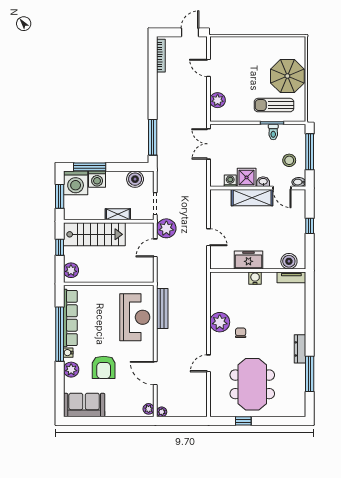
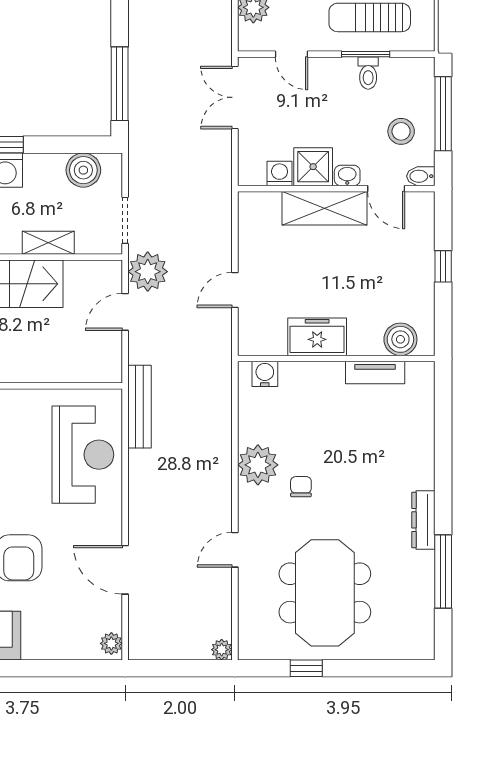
door: (236, 123) -> (292, 54), added
door: (209, 237) -> (235, 290), swing flipped
tv unit: (291, 277) -> (375, 373), moved
water cooler: (255, 278) -> (265, 374), moved
bench: (162, 309) -> (139, 407), moved
plant: (162, 412) -> (222, 650), moved

